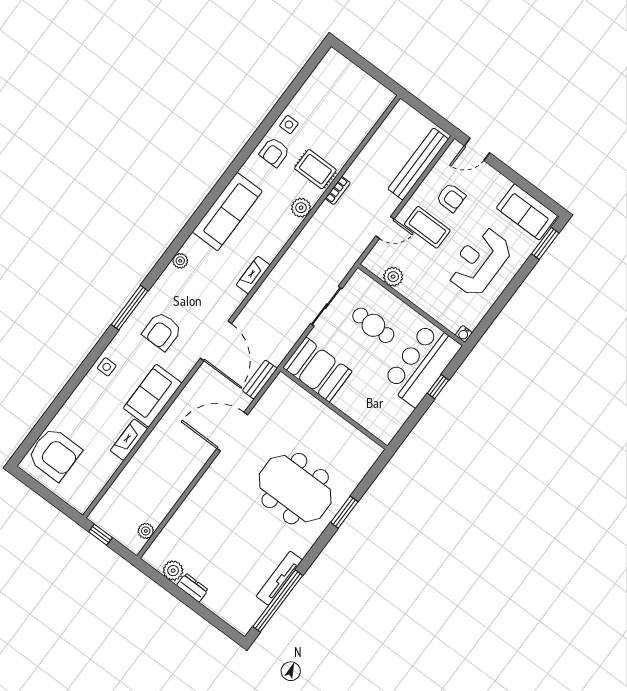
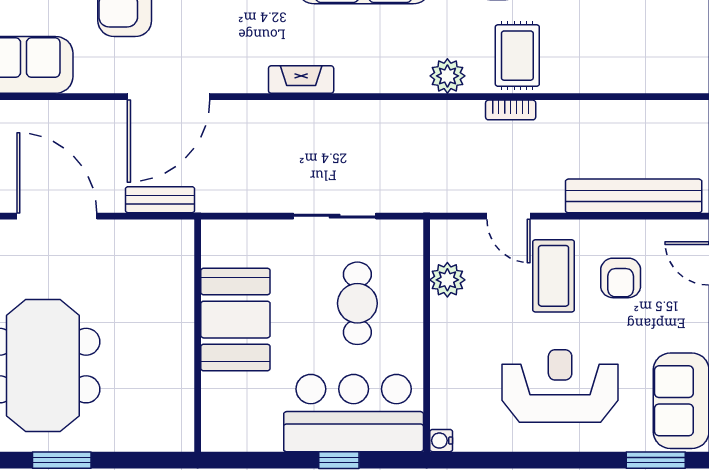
booth: (317, 369) -> (235, 320), moved

